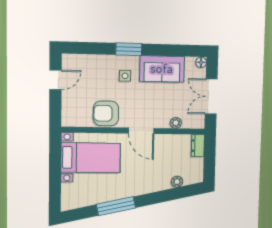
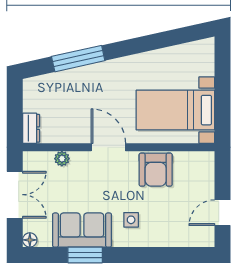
window: (129, 49) -> (85, 255), moved
armchair: (106, 113) -> (156, 170), turned 90
plant: (177, 182) -> (58, 79), removed
window: (116, 206) -> (78, 59), moved

